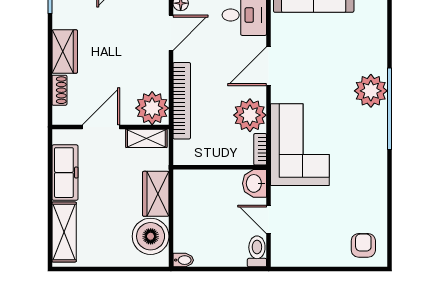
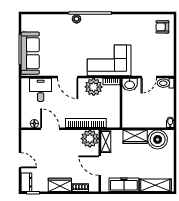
plant: (371, 91) -> (77, 19), width x0.53, depth x0.53

